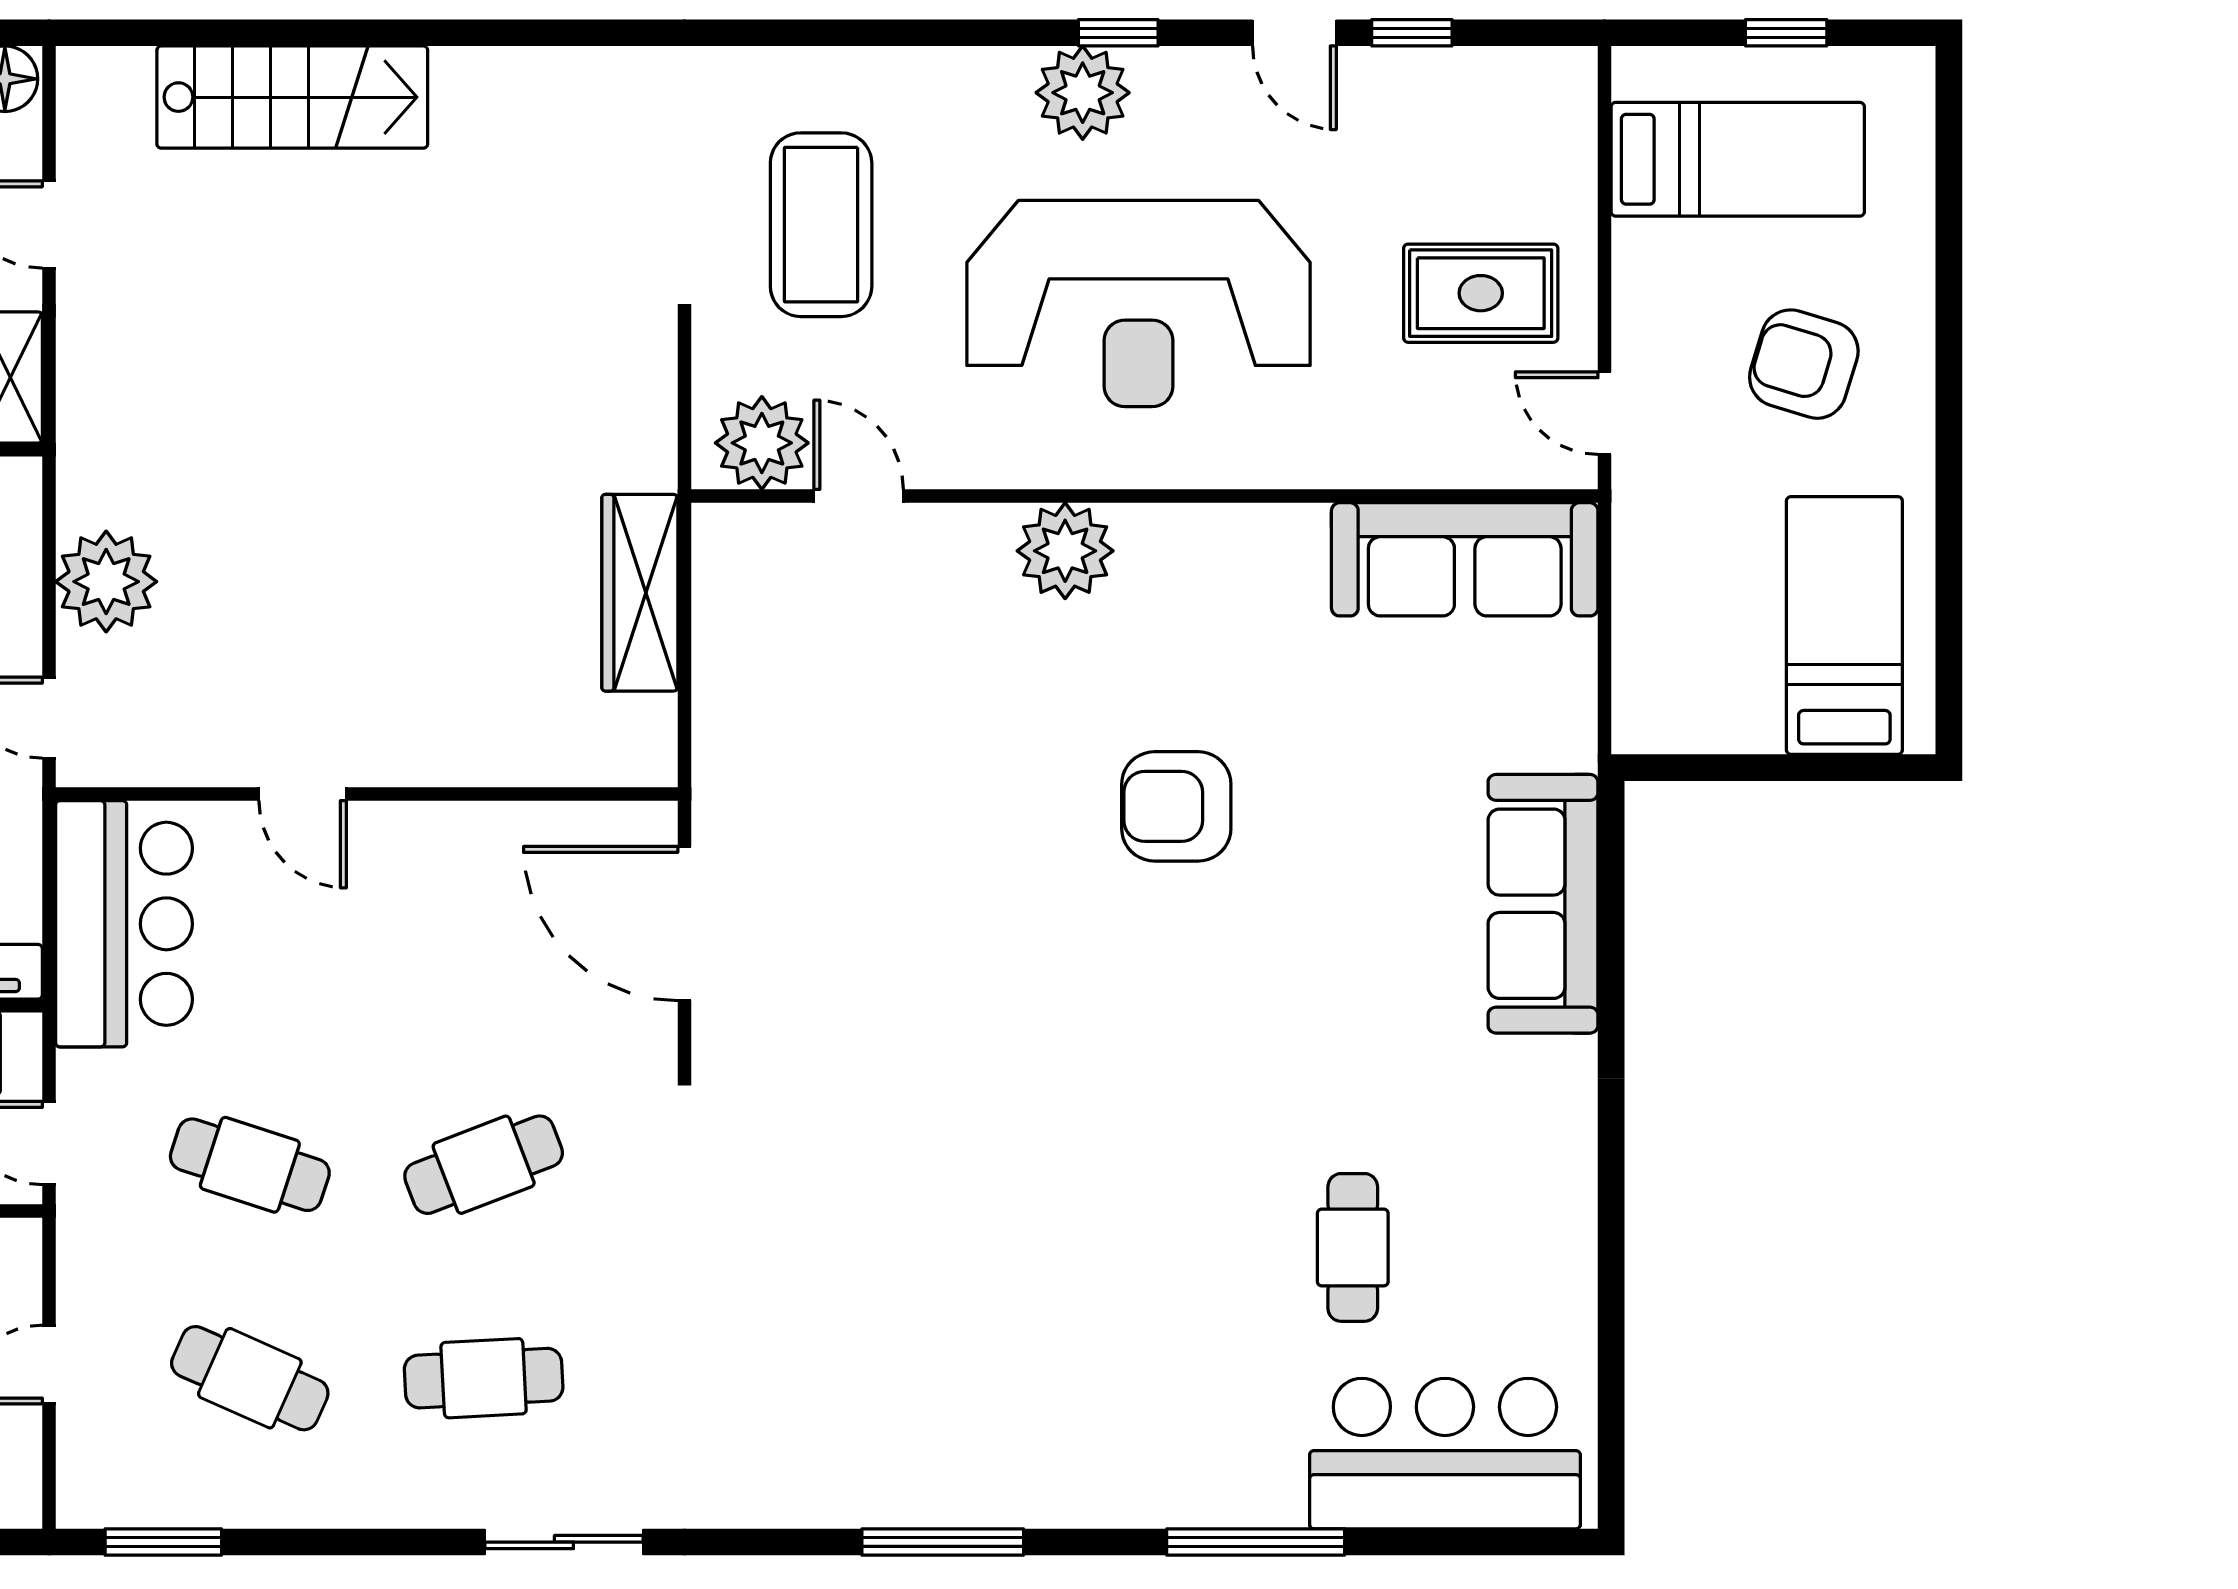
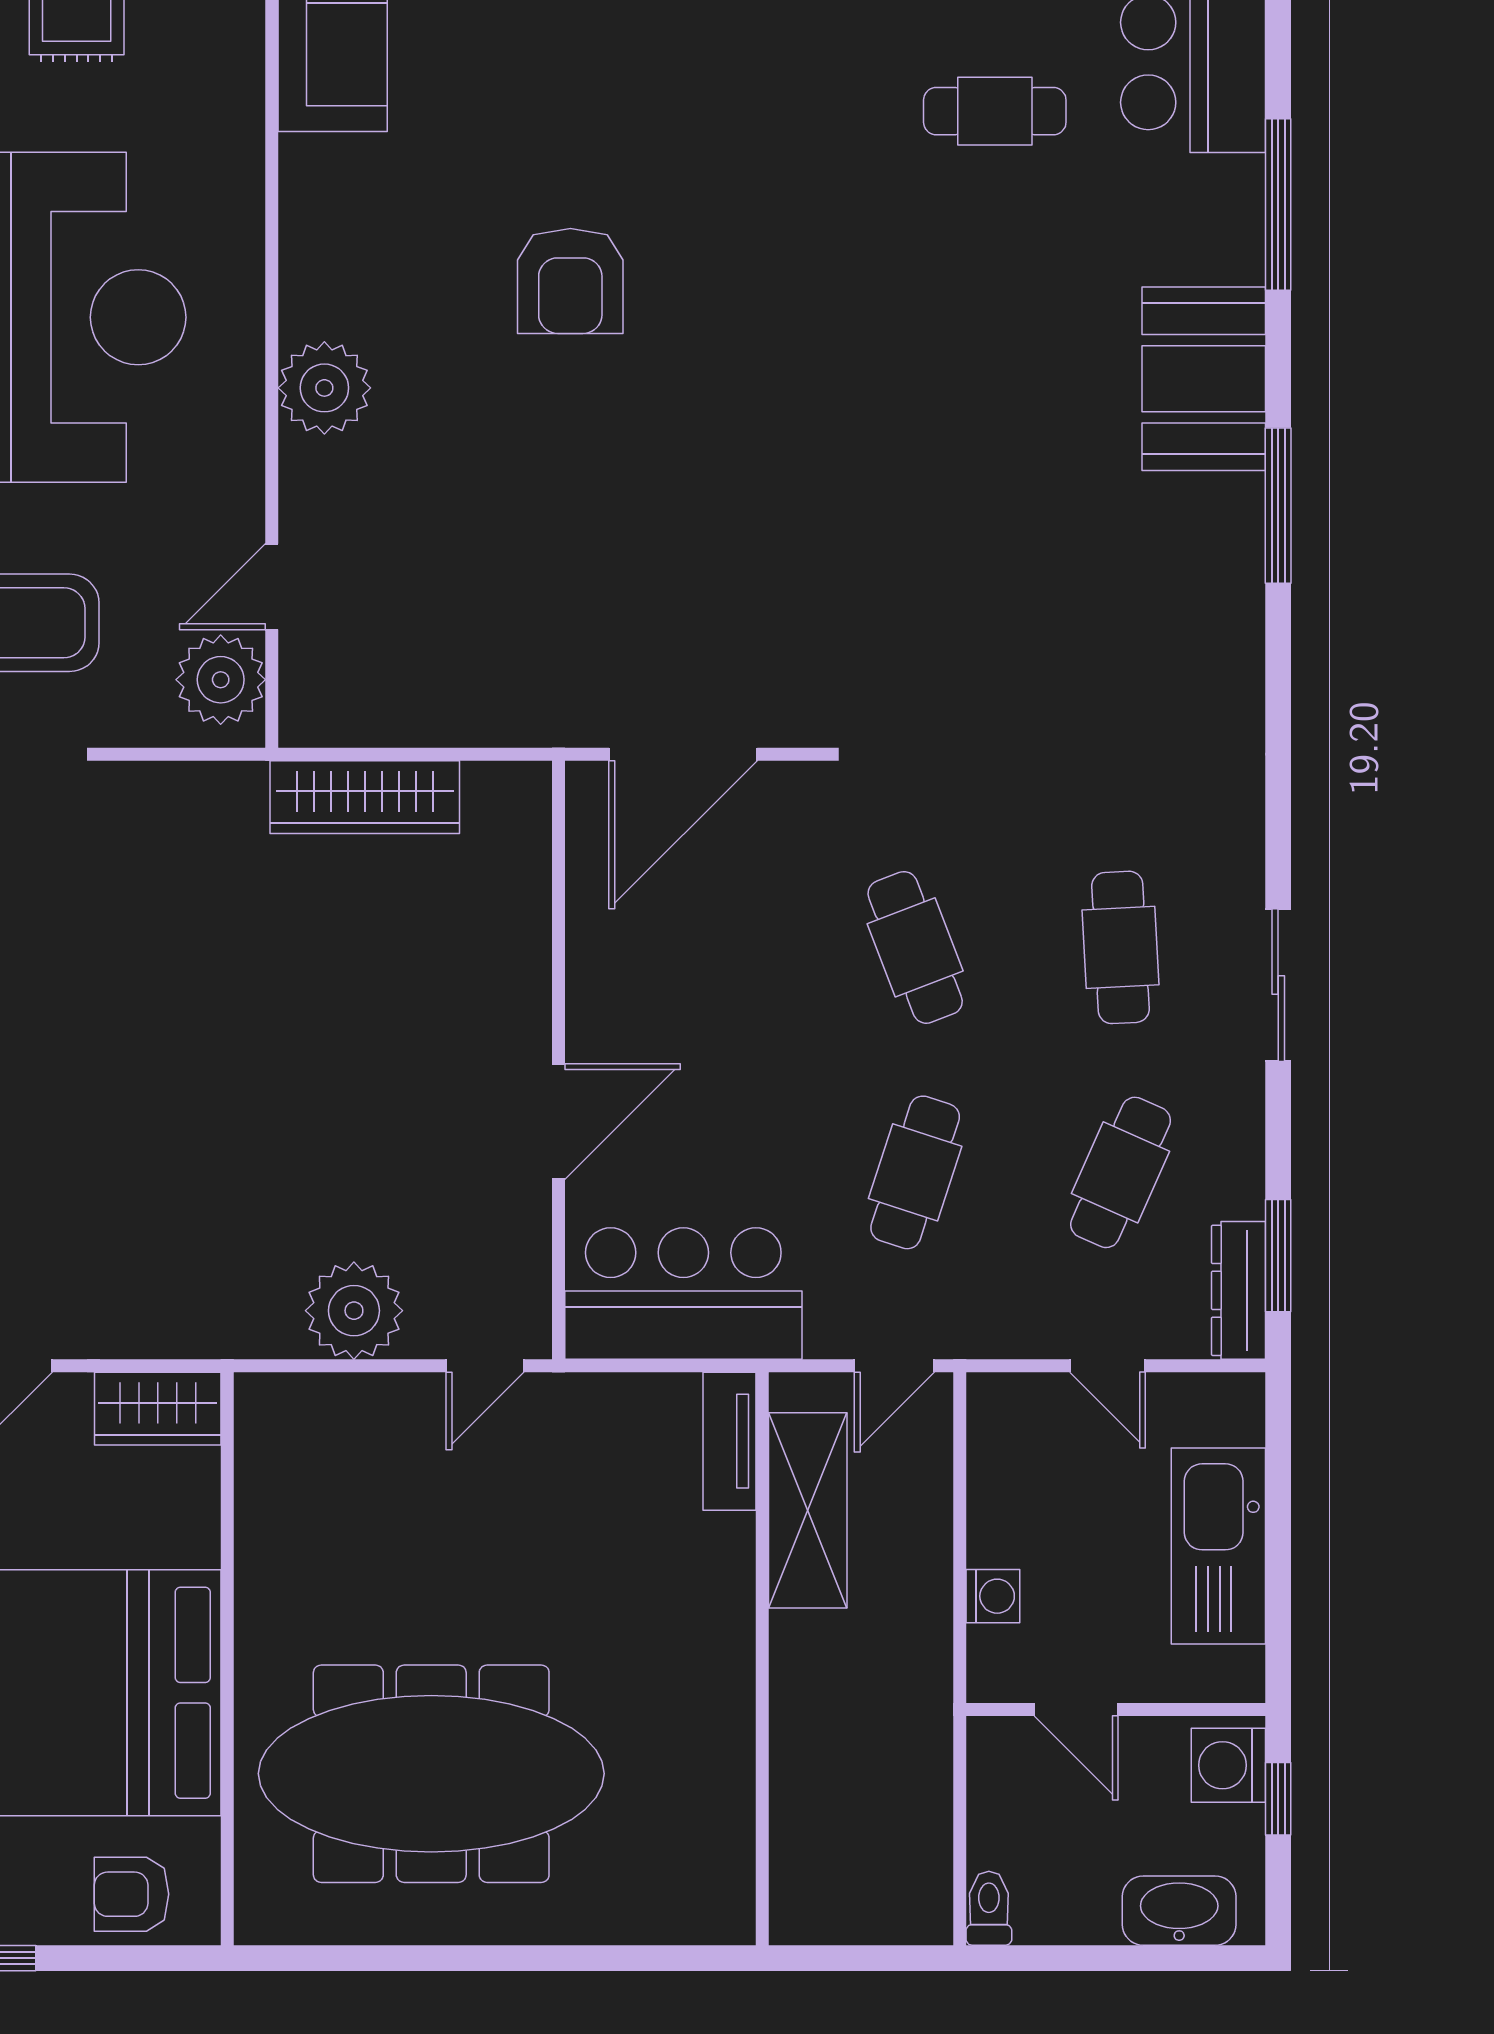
door: (303, 794) -> (558, 1122), width x1.38
booth: (1075, 1465) -> (1204, 379), added
dresser: (127, 1501) -> (1238, 1290), added
sliding door: (564, 1542) -> (1278, 985), moved

